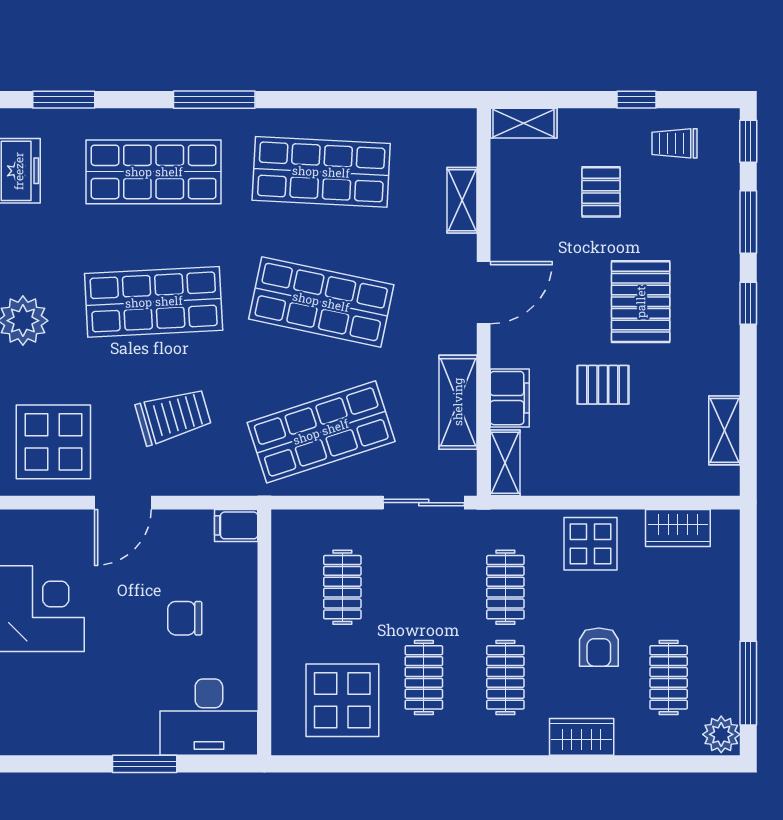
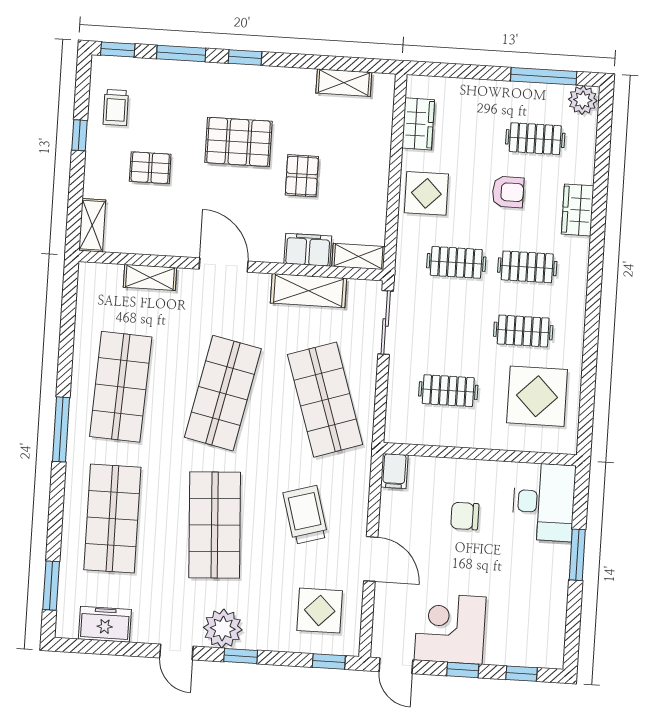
window: (214, 100) -> (61, 429), moved
display table: (53, 442) -> (320, 611), width x0.73, depth x0.73
chair: (185, 618) -> (465, 516), turned 90

